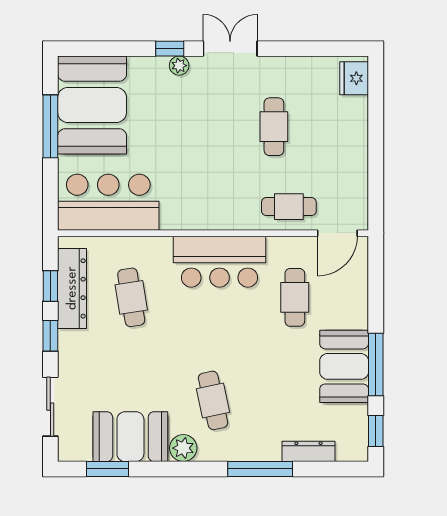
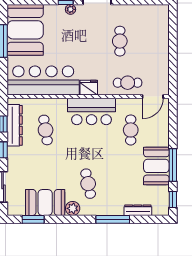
fridge: (354, 78) -> (89, 88), moved, turned 90
bar counter: (108, 202) -> (43, 80), width x1.36

